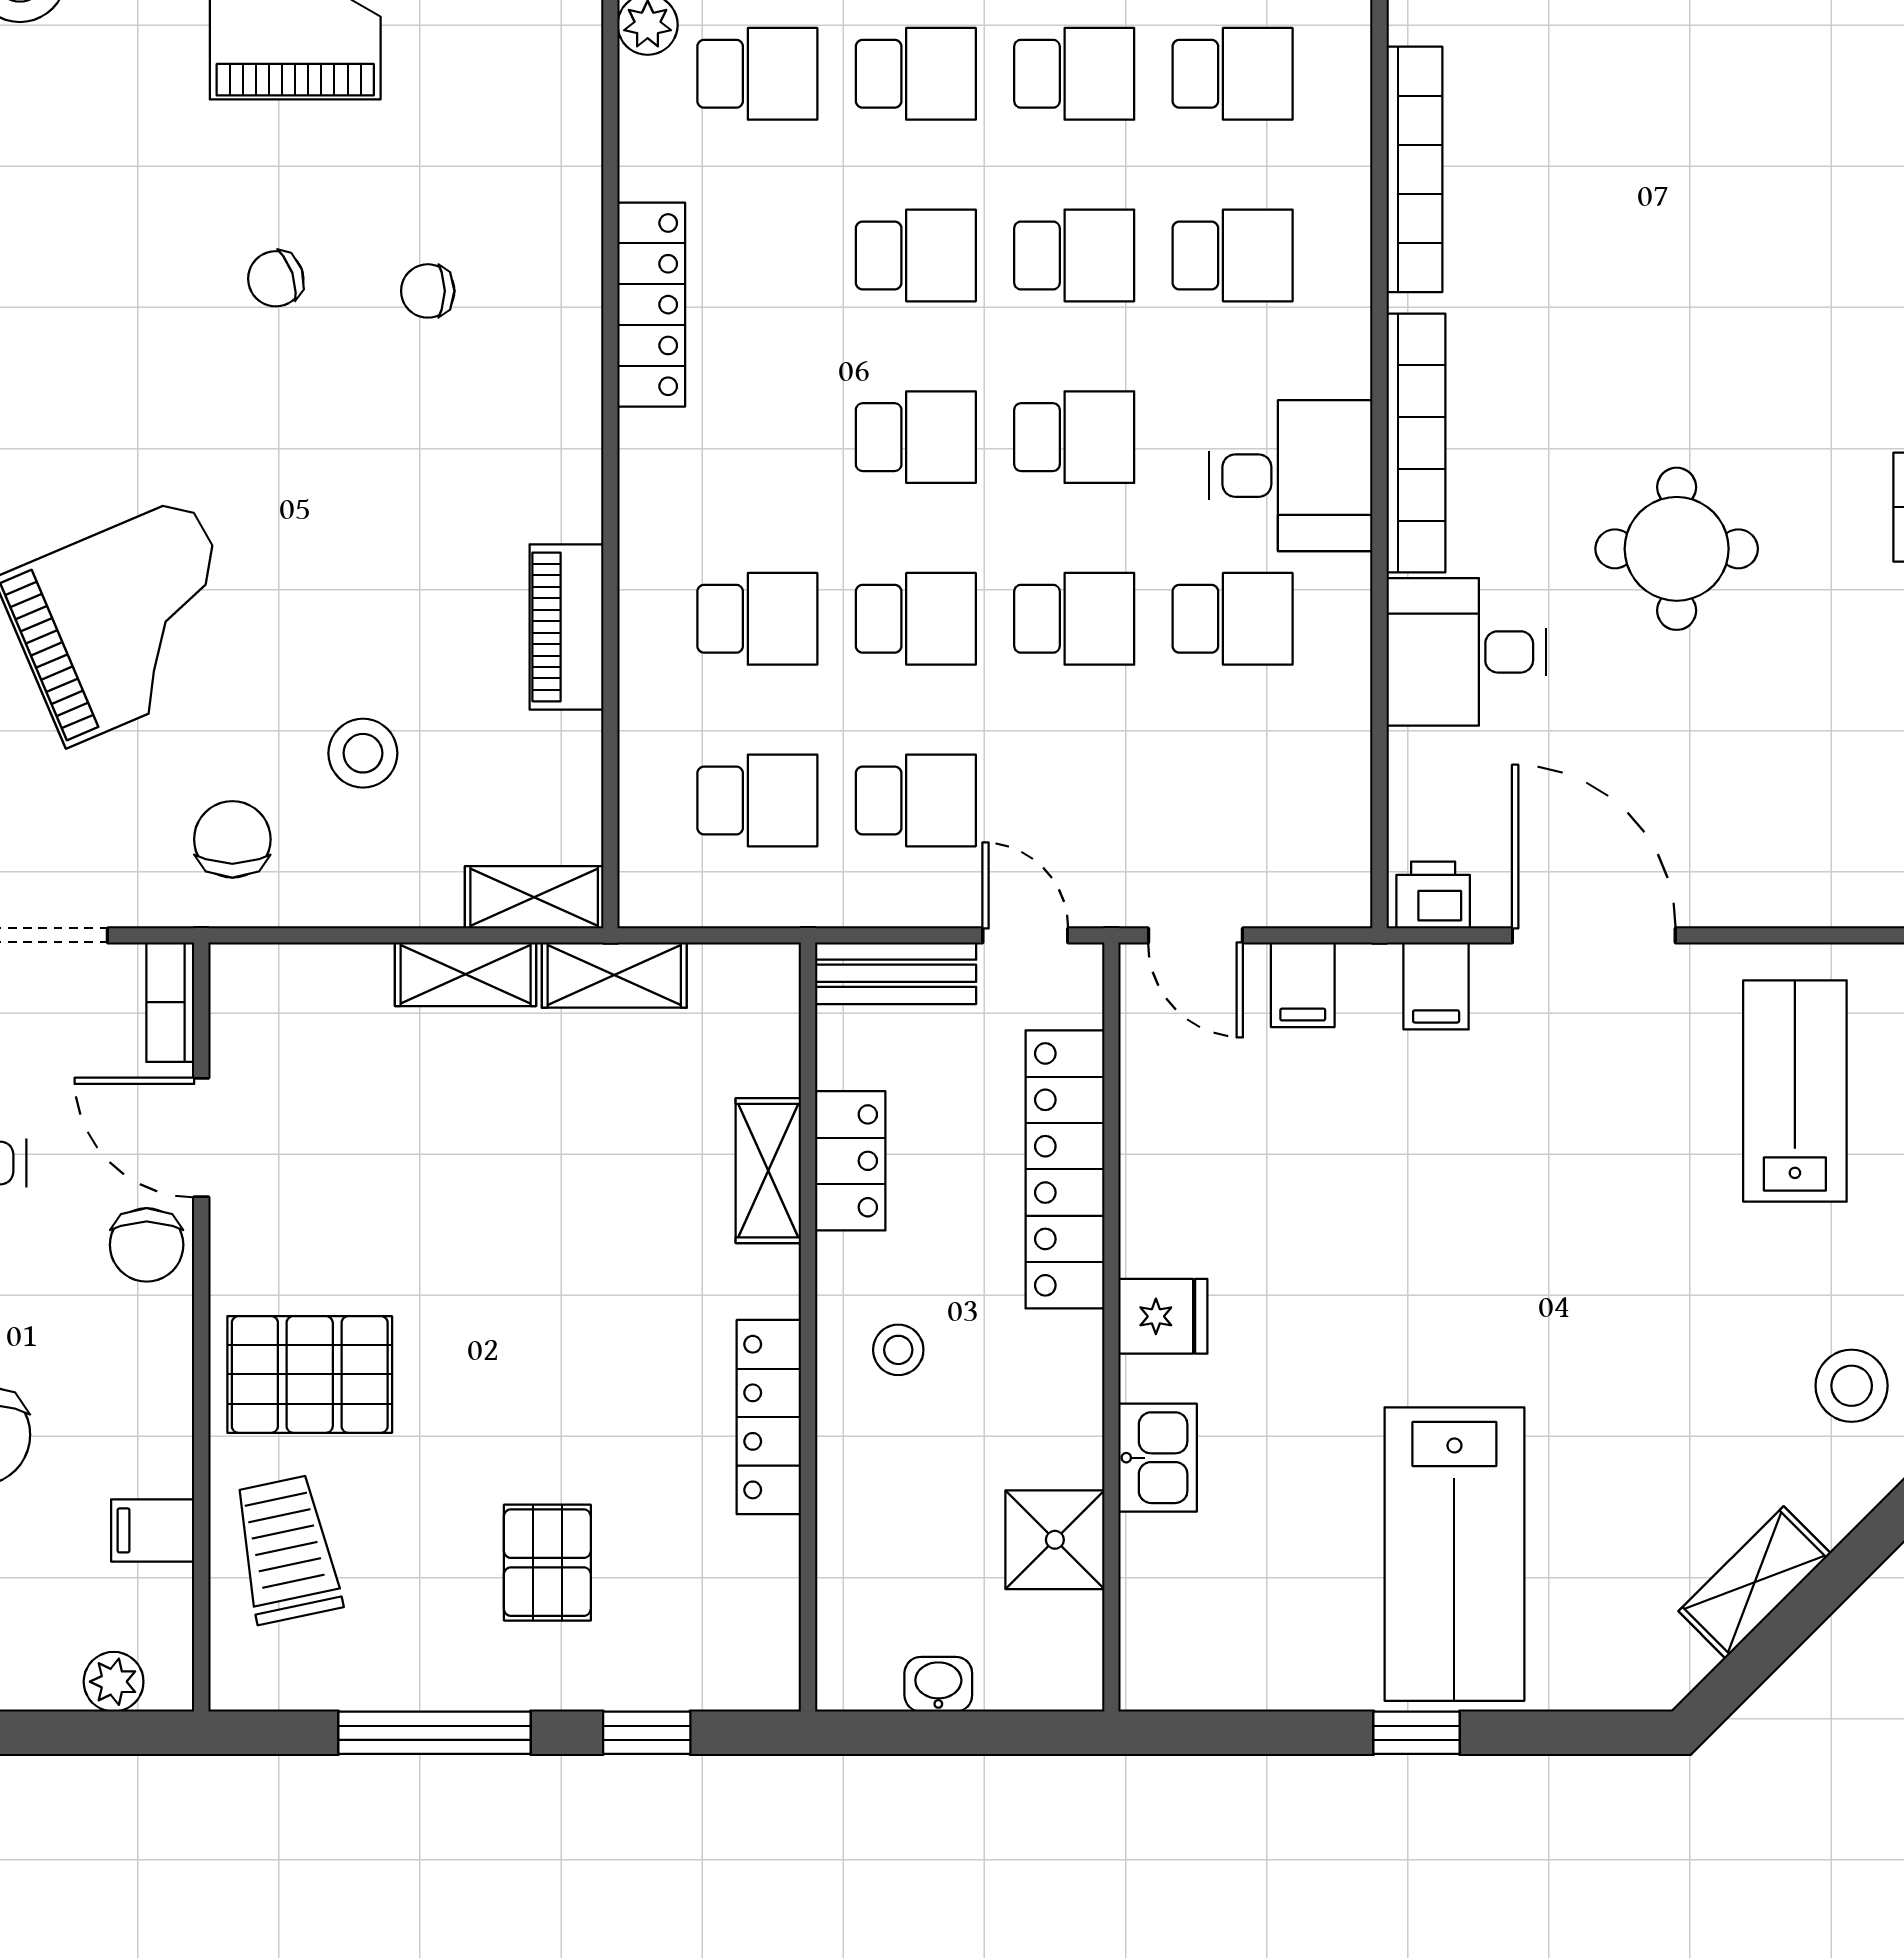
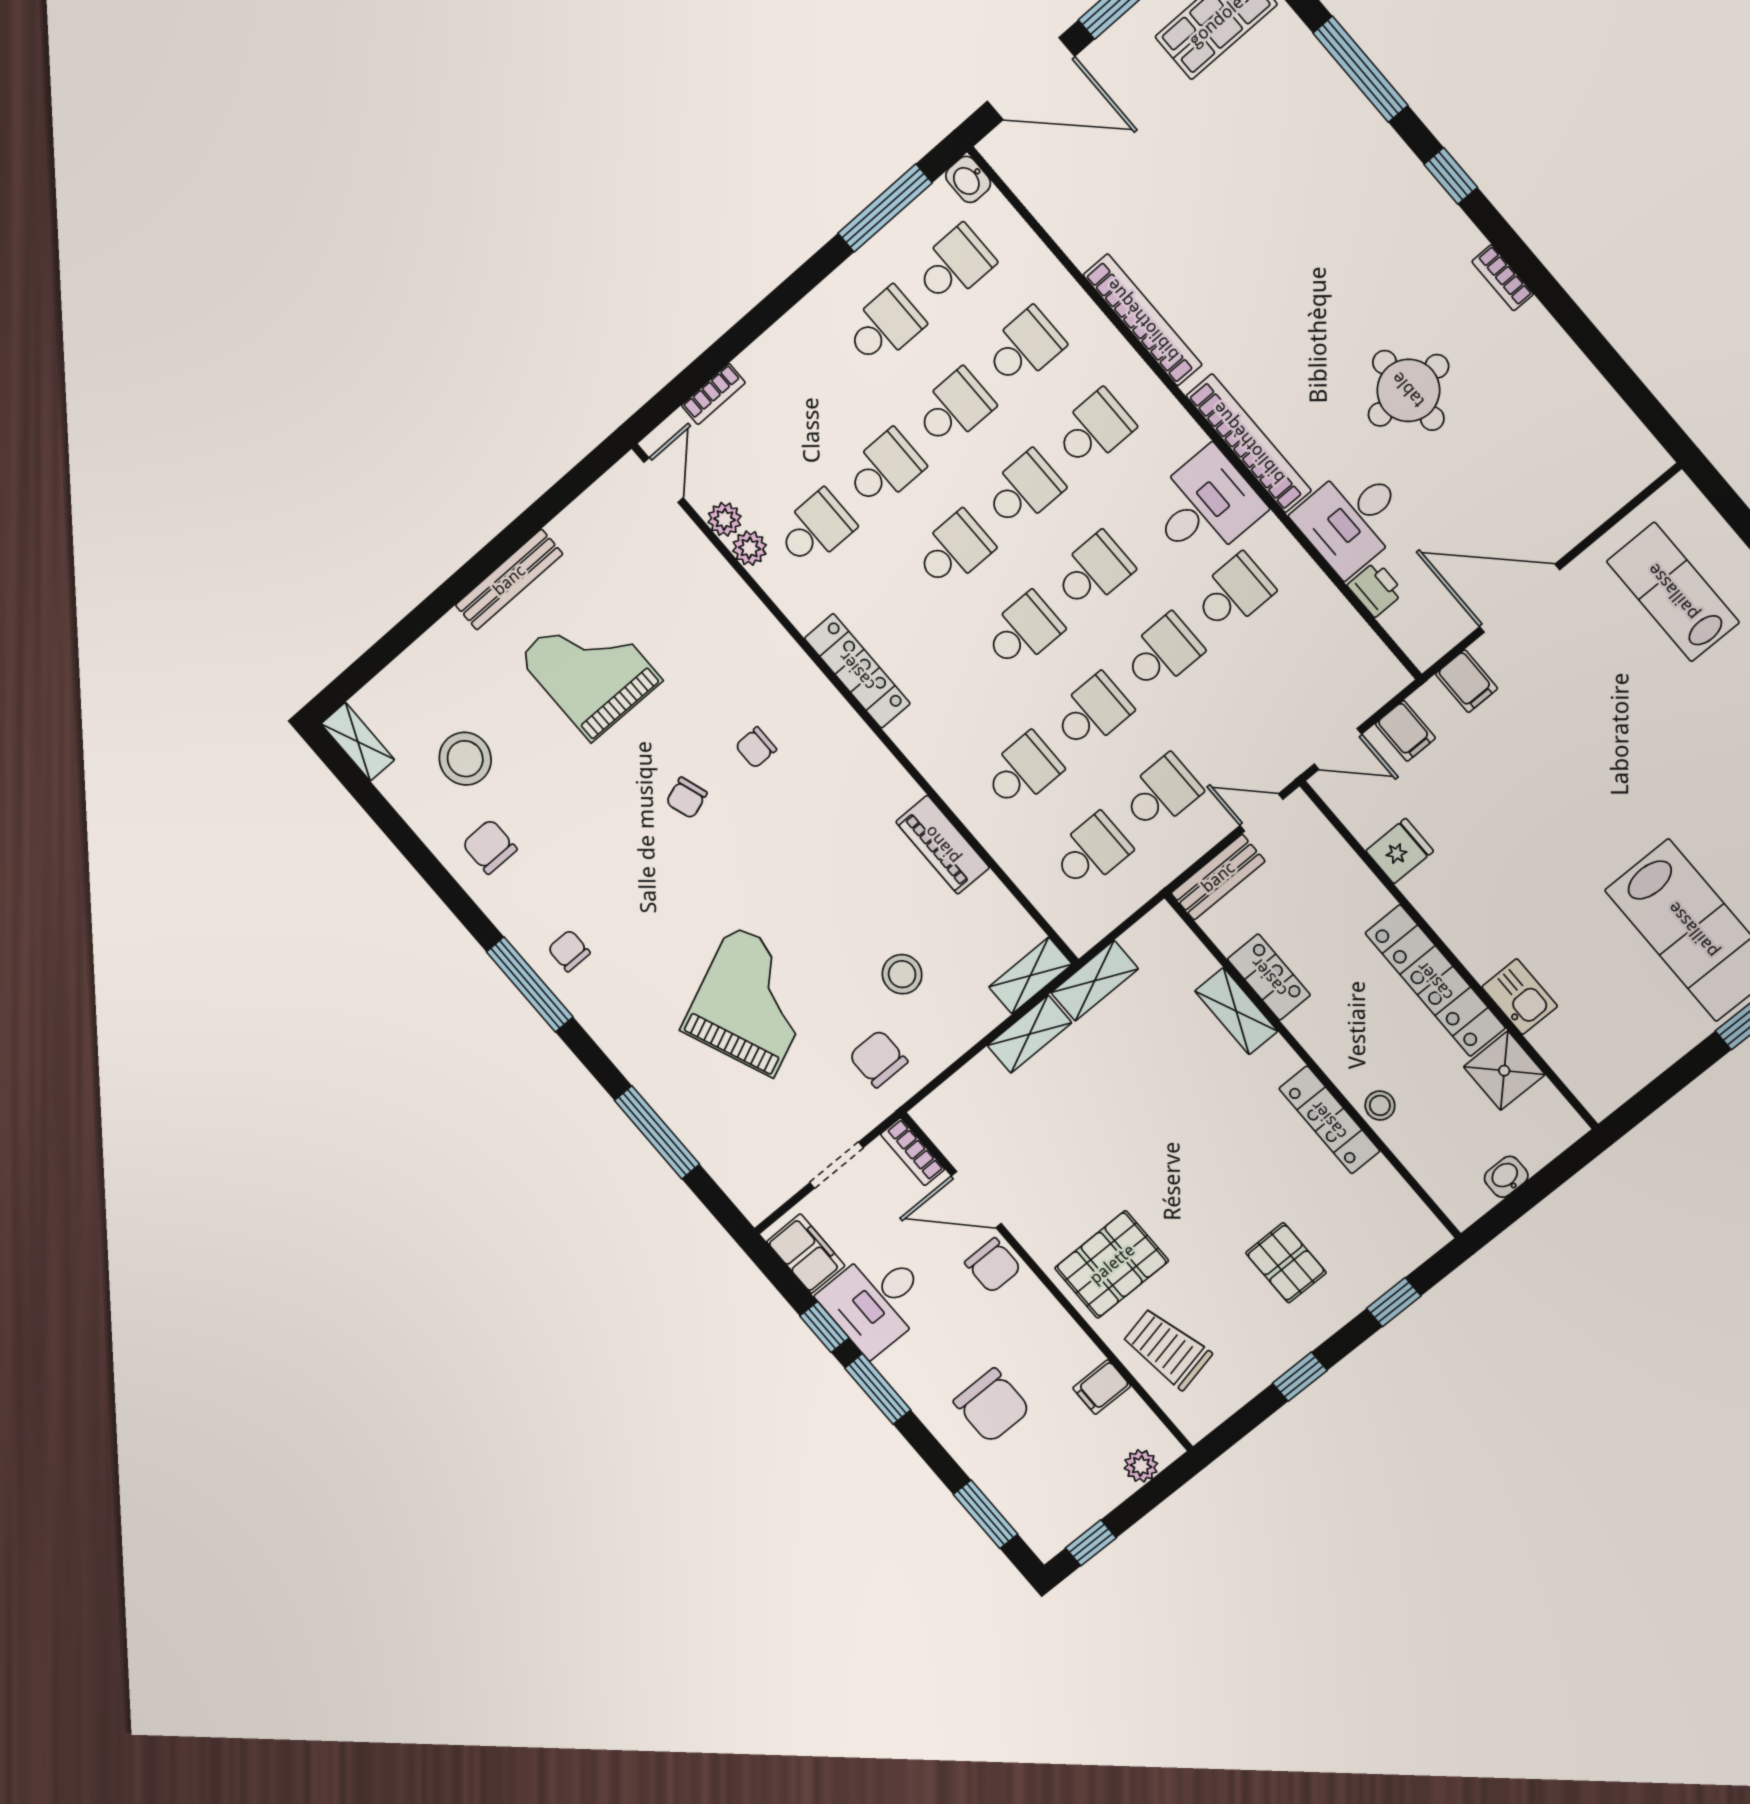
printer: (1433, 895) -> (1376, 589), moved, turned 90
locker: (1065, 1169) -> (1435, 981), moved
fridge: (1163, 1316) -> (1400, 851), moved
stool: (898, 1350) -> (1380, 1105), moved
window: (434, 1733) -> (1300, 1377), width x0.46

